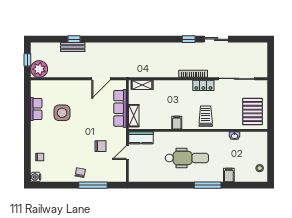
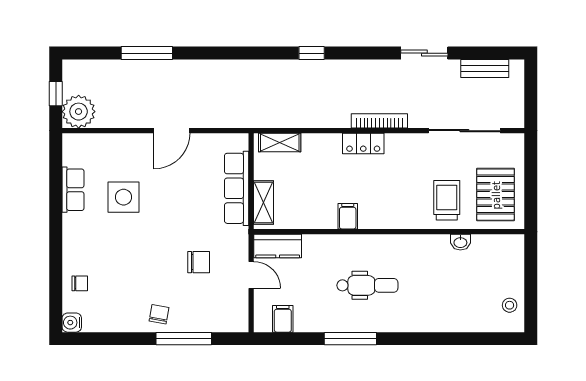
window: (74, 39) -> (147, 53), width x2.17
window: (189, 39) -> (312, 53), moved
bench: (73, 47) -> (485, 68), moved
door: (101, 79) -> (172, 131), moved
locker: (203, 85) -> (363, 143), moved
trolley: (206, 116) -> (447, 200), moved
door: (127, 153) -> (251, 275), swing flipped
dental chair: (187, 158) -> (367, 285), width x0.73, depth x0.72
filing cabinet: (229, 175) -> (283, 319), moved
window: (208, 185) -> (350, 339), moved

